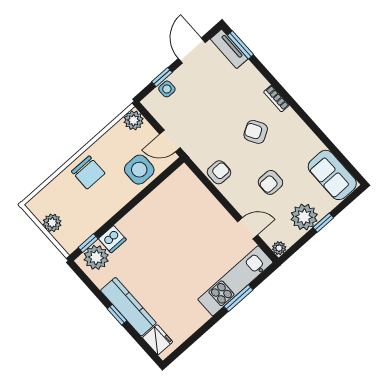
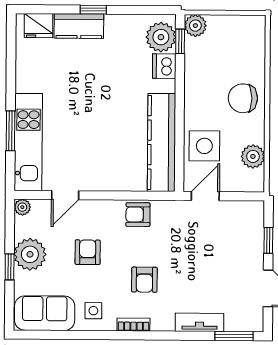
tv unit: (229, 49) -> (199, 322), moved
side table: (167, 89) -> (93, 311), moved
bookcase: (276, 99) -> (133, 325), moved
plant: (134, 120) -> (253, 156), moved
armchair: (256, 132) -> (144, 280), turned 120
armchair: (219, 172) -> (138, 215), turned 90
kitchen counter: (161, 198) -> (161, 142), added
plant: (52, 223) -> (195, 26), moved
kitchen counter: (128, 307) -> (79, 26), width x0.67

